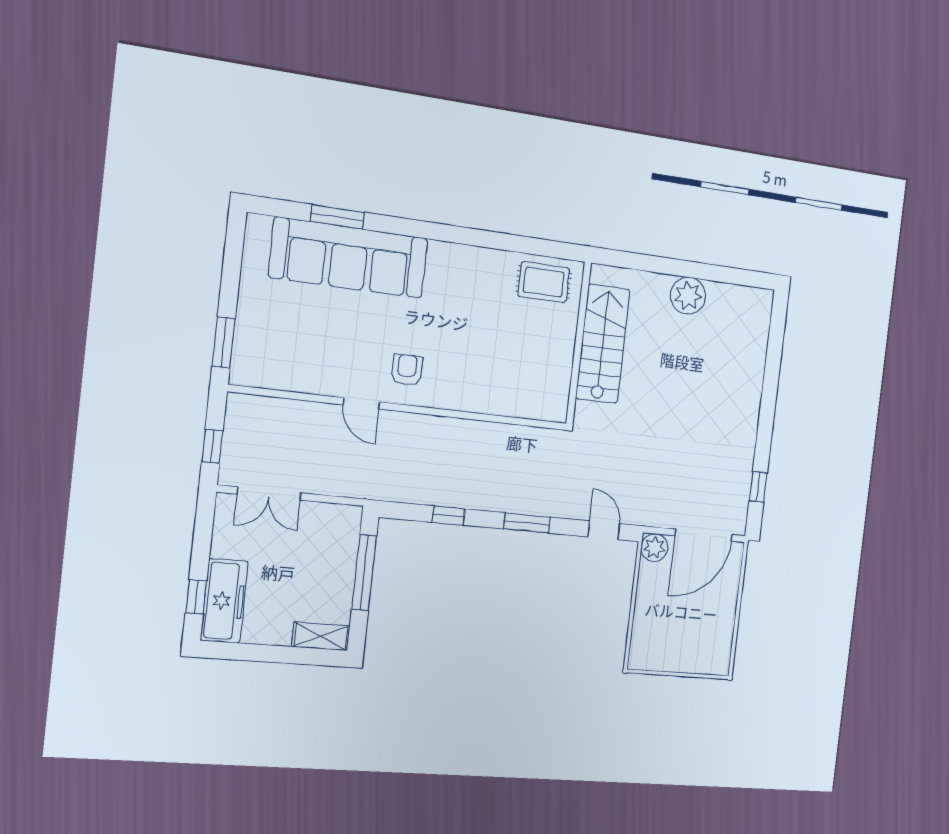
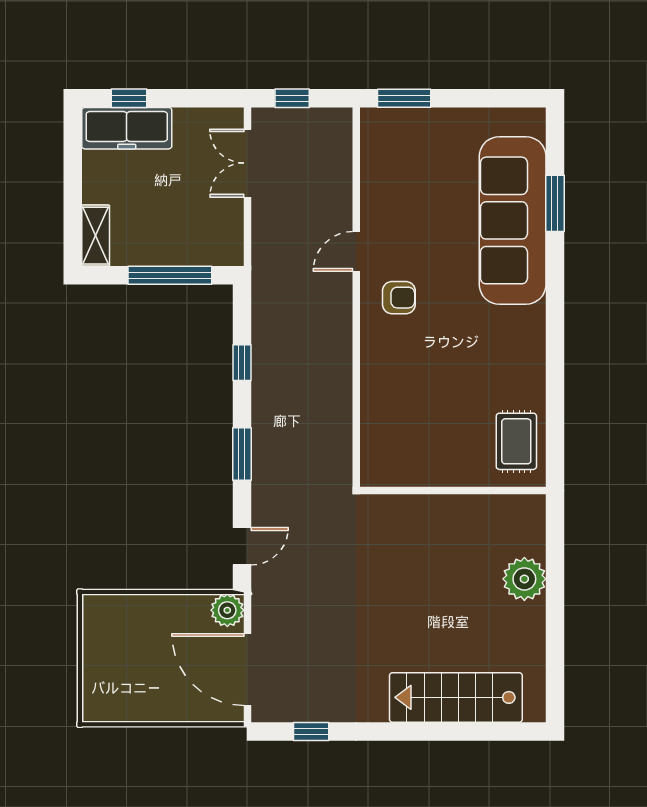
plant: (688, 296) -> (524, 579), moved
stairs: (603, 344) -> (456, 697), moved, turned 180

